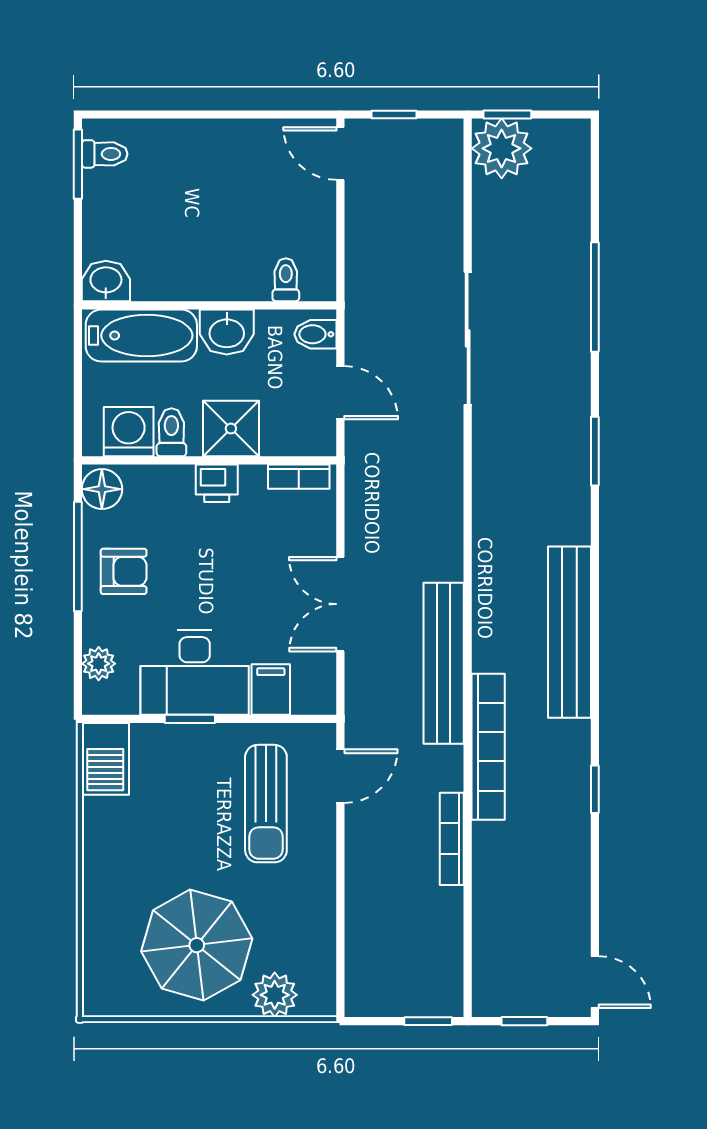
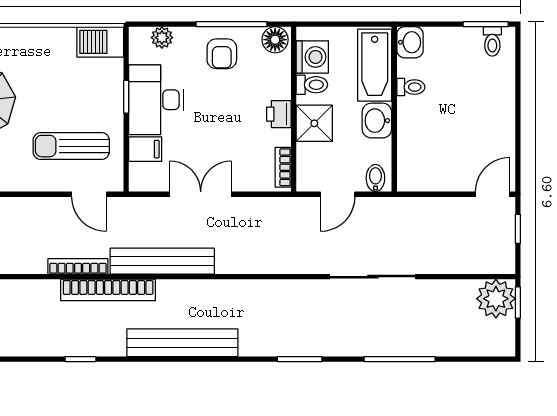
toilet: (286, 280) -> (411, 87), moved
bookcase: (452, 839) -> (78, 266), moved

